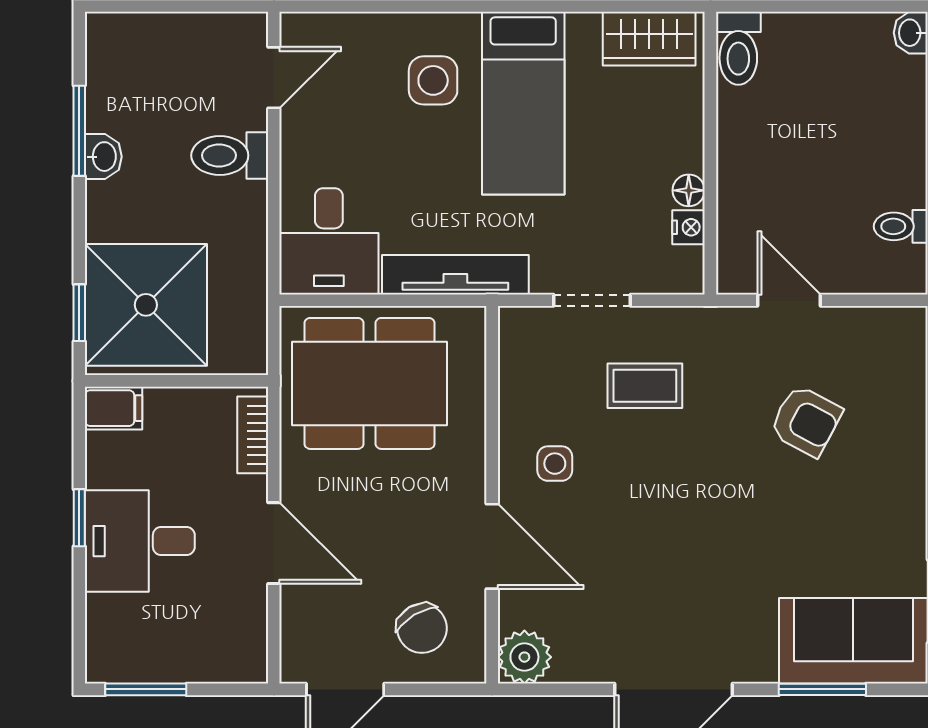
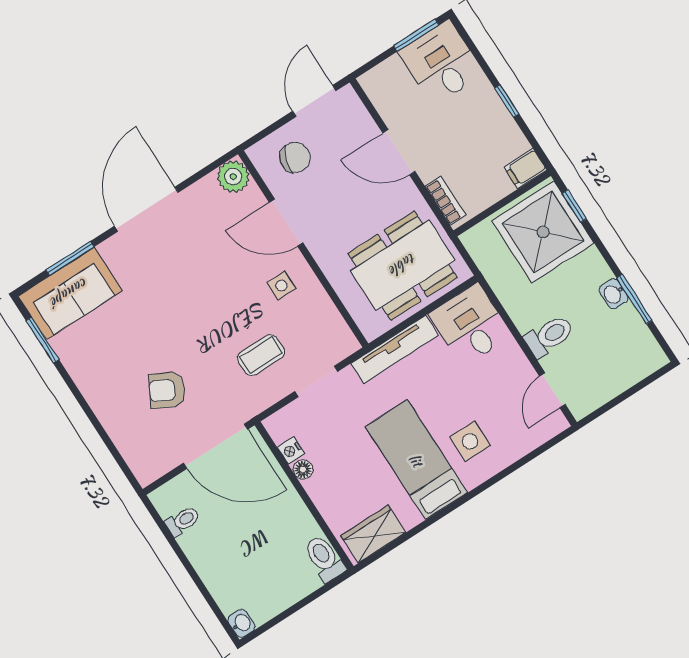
door: (789, 300) -> (215, 446), width x1.87
desk: (140, 541) -> (441, 63), moved, turned -90
chair: (422, 628) -> (295, 158), turned 137

